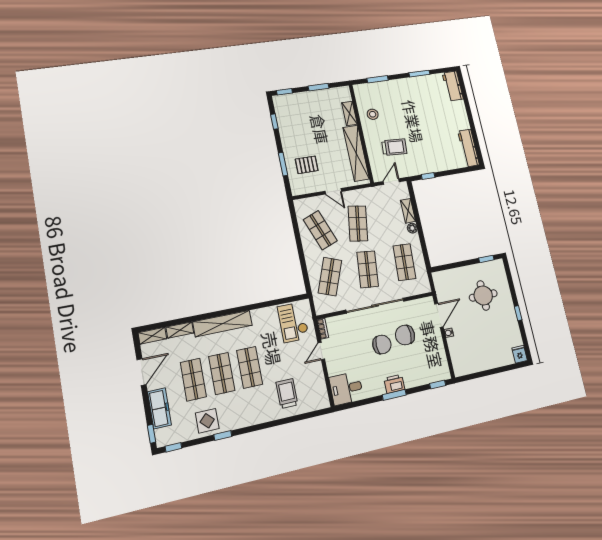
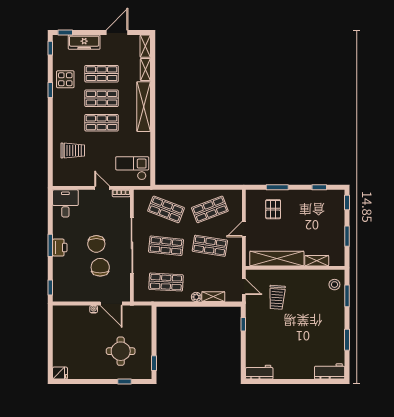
stool: (373, 114) -> (334, 285), moved
workbench: (469, 148) -> (259, 372), width x0.73
window: (518, 313) -> (125, 382), moved
door: (142, 372) -> (117, 32), swing flipped

